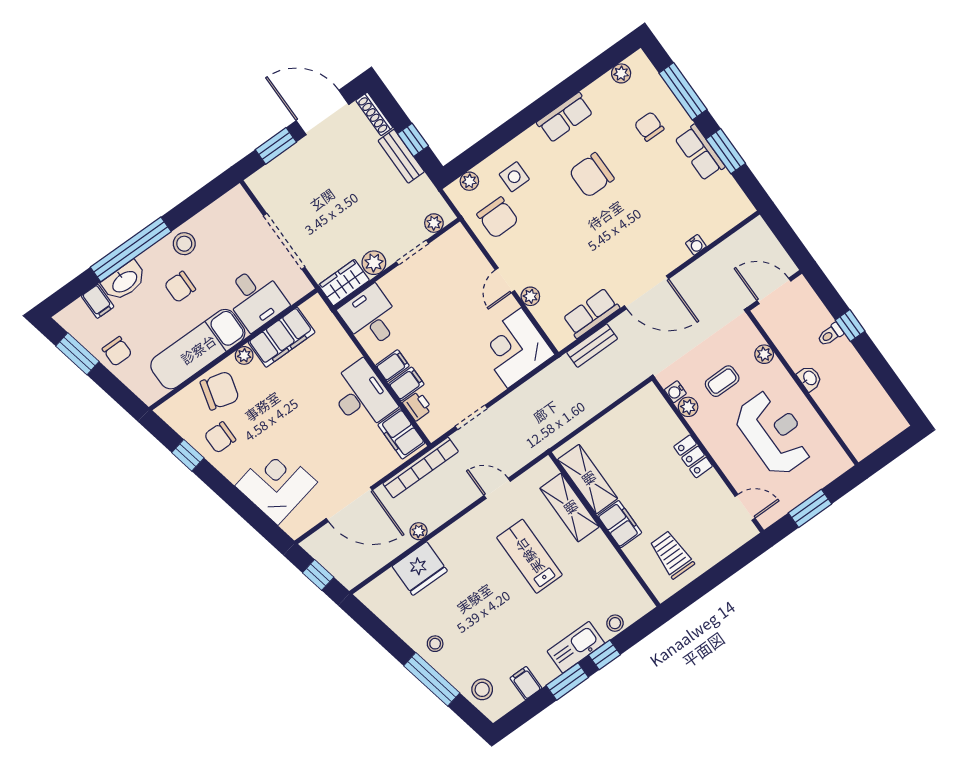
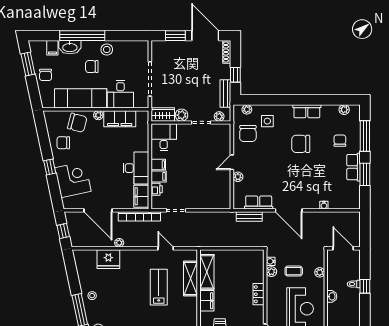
bench: (401, 156) -> (225, 94), moved
corner desk: (514, 348) -> (216, 194), removed
window: (188, 455) -> (50, 167), moved

